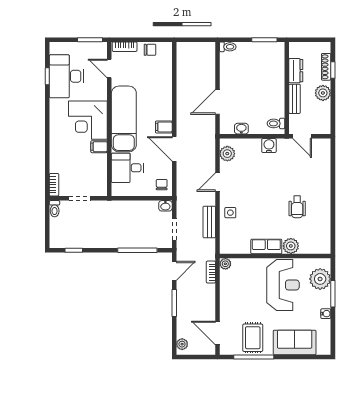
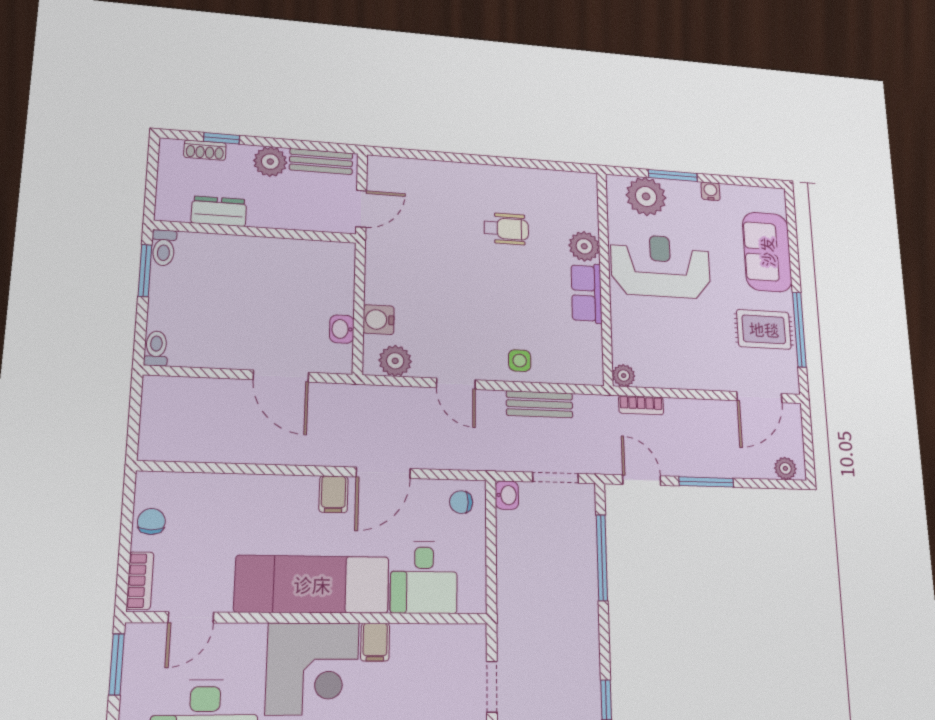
shoe rack: (326, 67) -> (205, 150), width x0.70
bench: (295, 99) -> (321, 161), moved
toilet: (276, 123) -> (164, 248), moved
water cooler: (269, 146) -> (379, 320), moved

